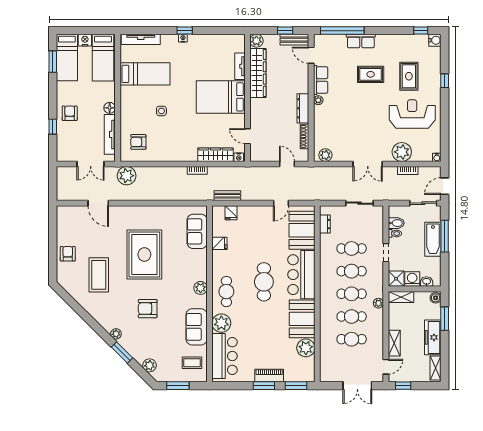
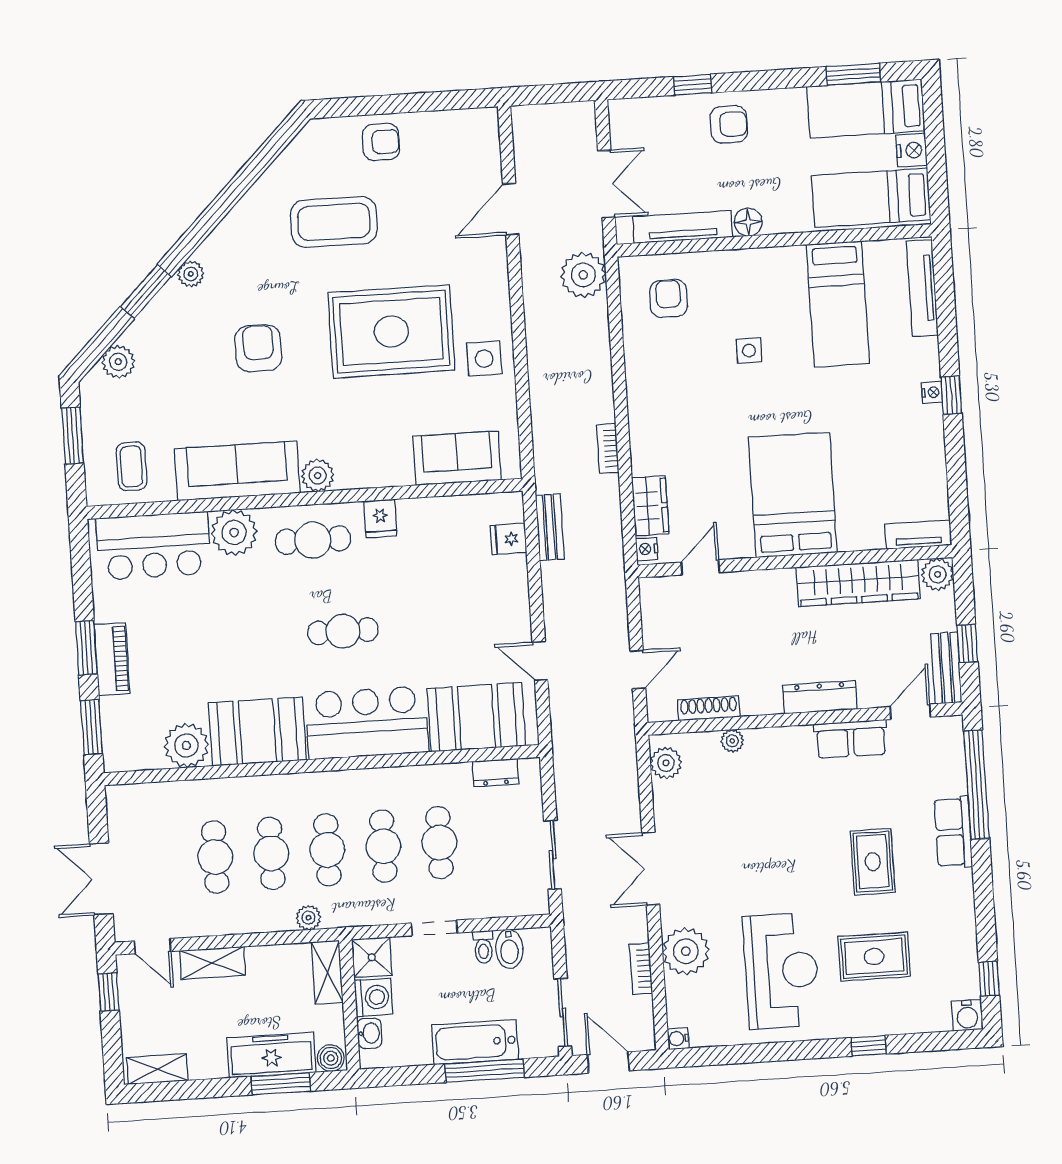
tv unit: (240, 66) -> (918, 535), moved
plant: (318, 100) -> (732, 741), moved
dresser: (303, 108) -> (820, 697), moved
wardrobe: (215, 155) -> (650, 506), width x0.67
double door: (91, 164) -> (606, 184), swing flipped
side table: (158, 218) -> (484, 359), added
fridge: (219, 243) -> (380, 518), moved
cafe table: (264, 282) -> (343, 631), width x0.73, depth x0.74
sofa: (197, 327) -> (237, 471), width x1.36
freezer: (433, 337) -> (271, 1055), moved

